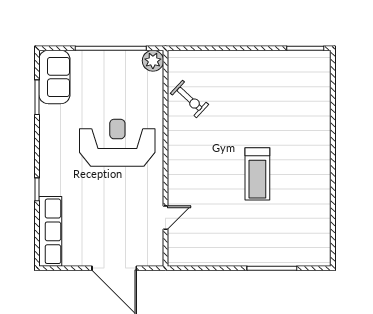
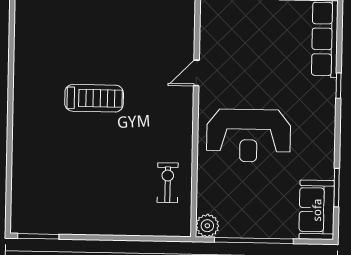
exercise bike: (190, 99) -> (168, 183), turned 47
treadmill: (257, 174) -> (94, 98), turned 90
door: (165, 218) -> (196, 73), moved

